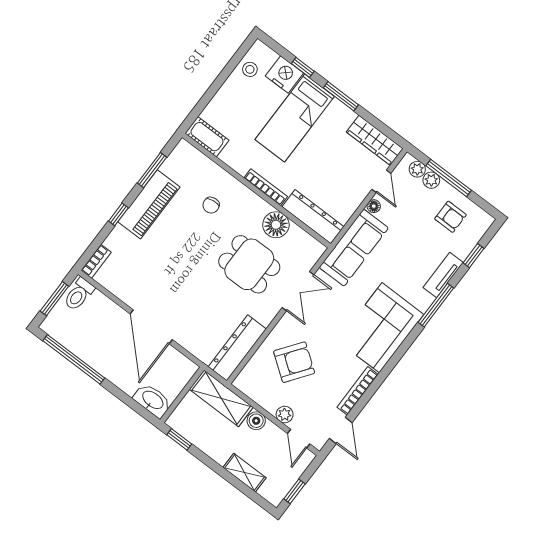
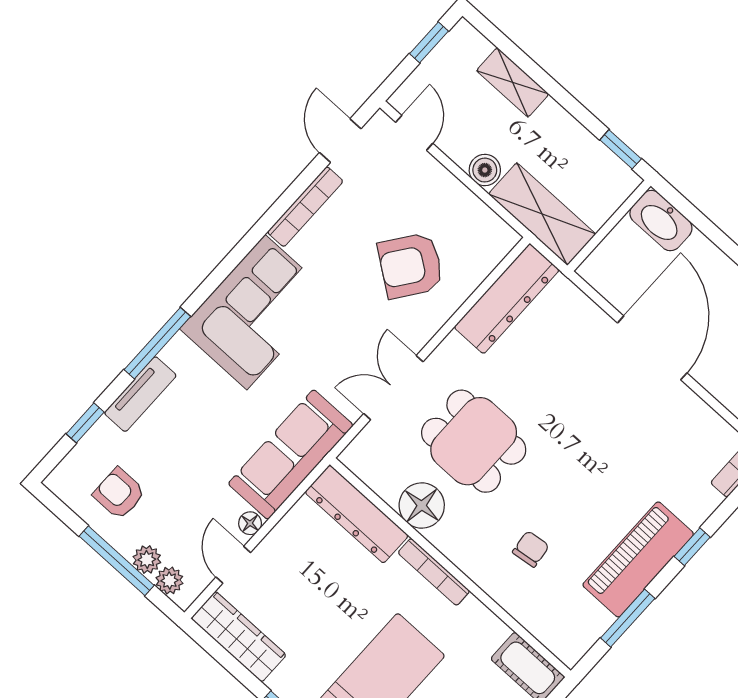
plant: (285, 415) -> (435, 177), removed

